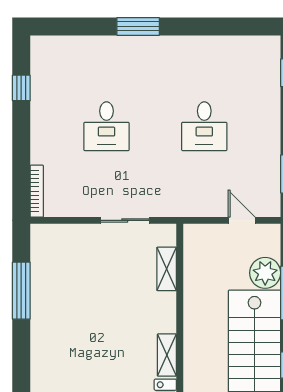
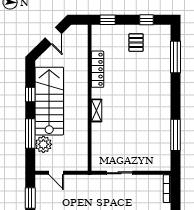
shelving: (167, 269) -> (97, 147), removed
shelving: (167, 355) -> (97, 110), moved

